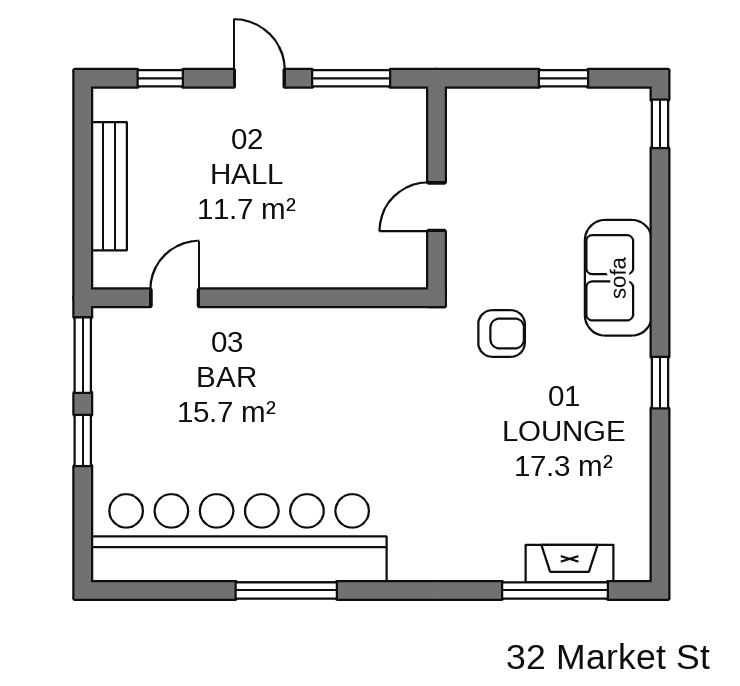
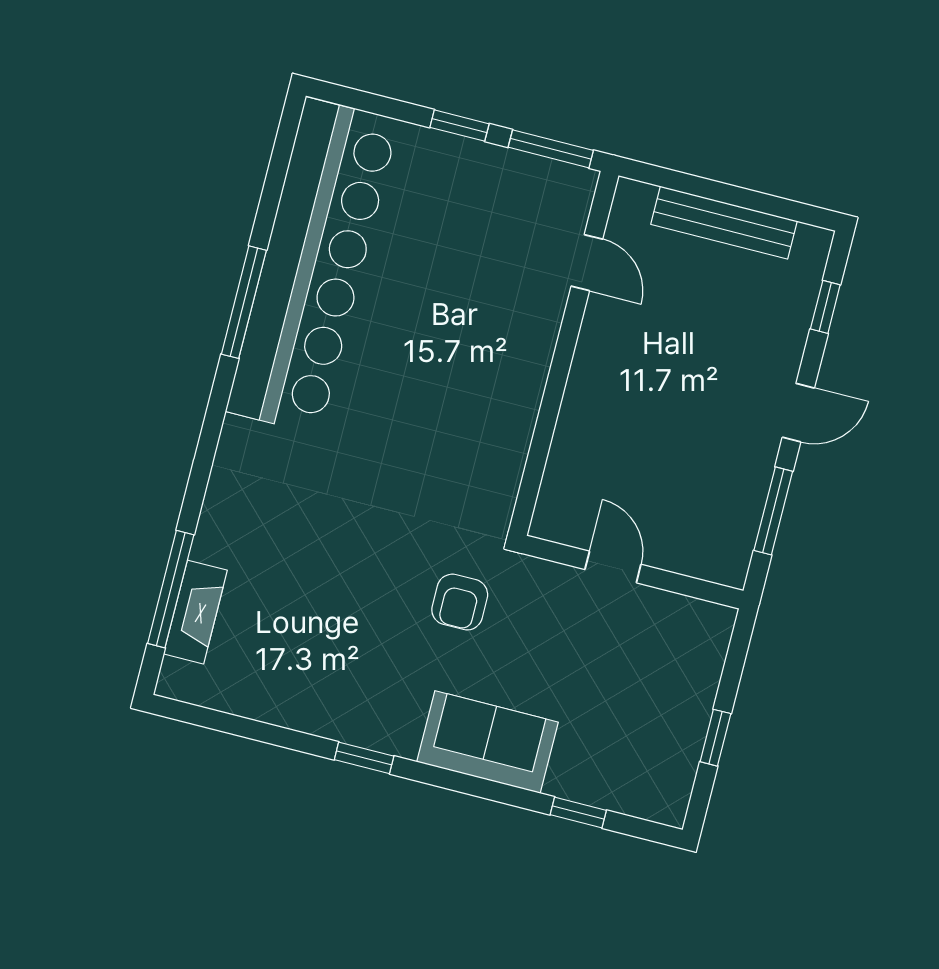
window: (660, 124) -> (578, 812), moved

